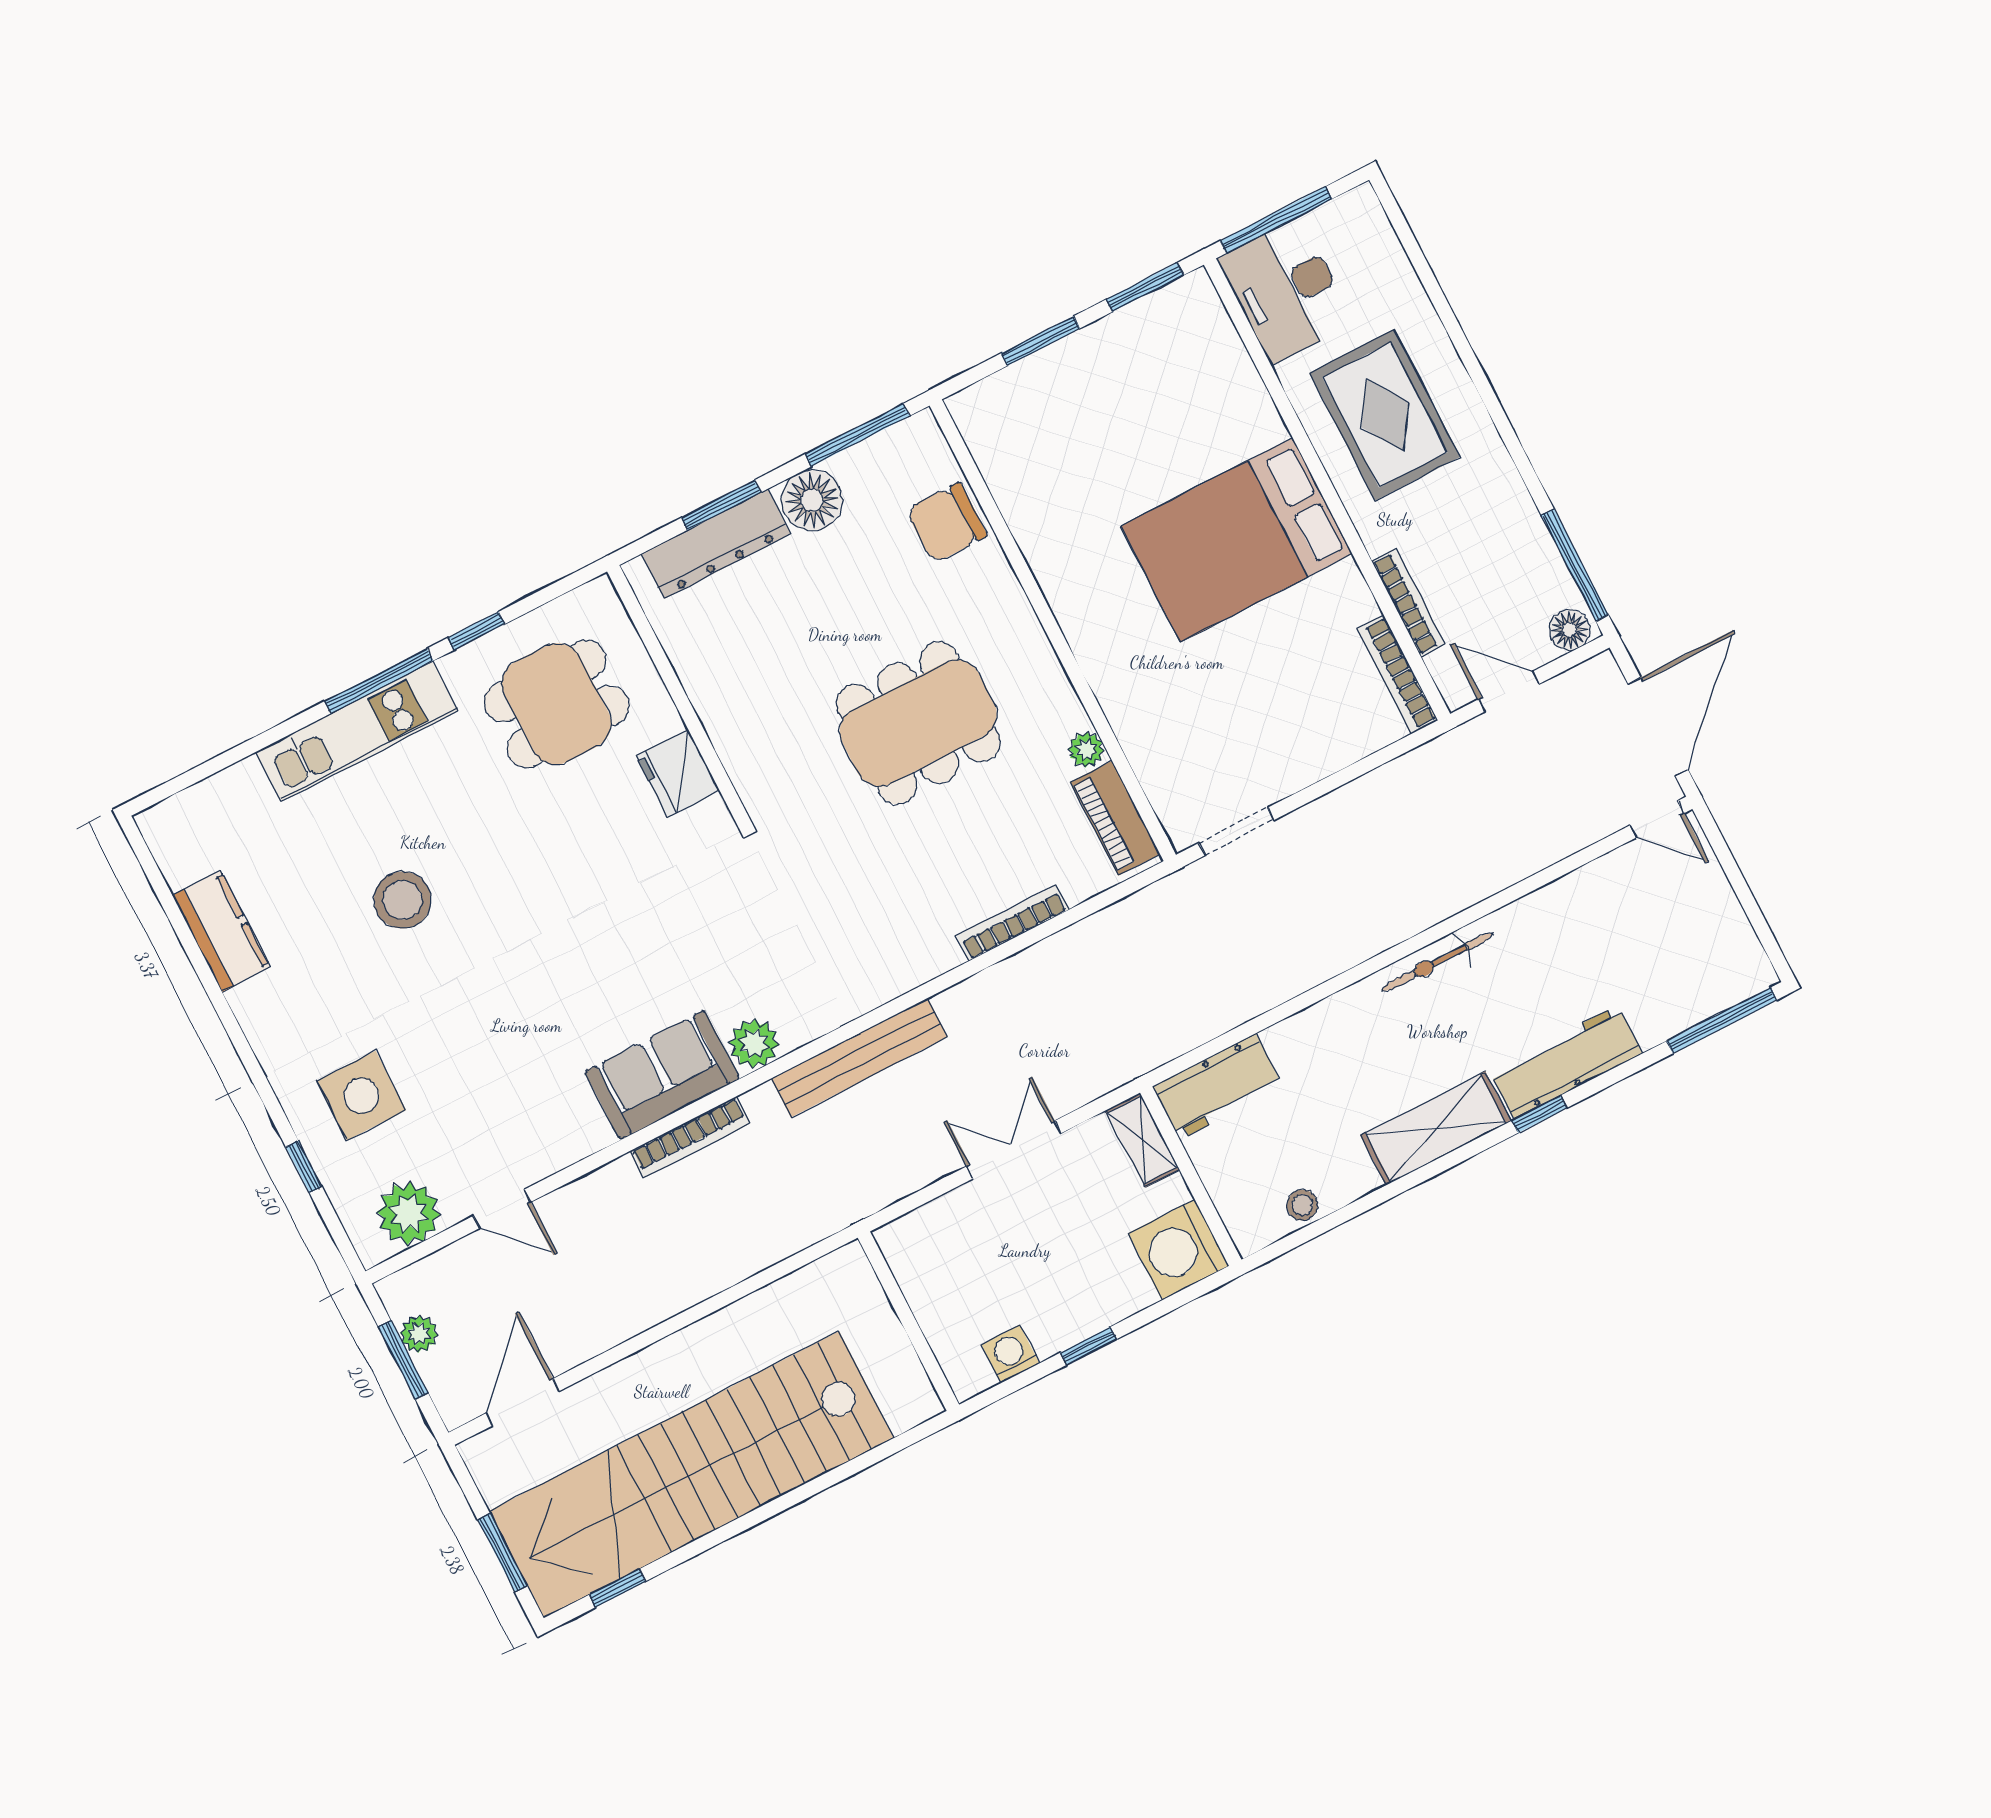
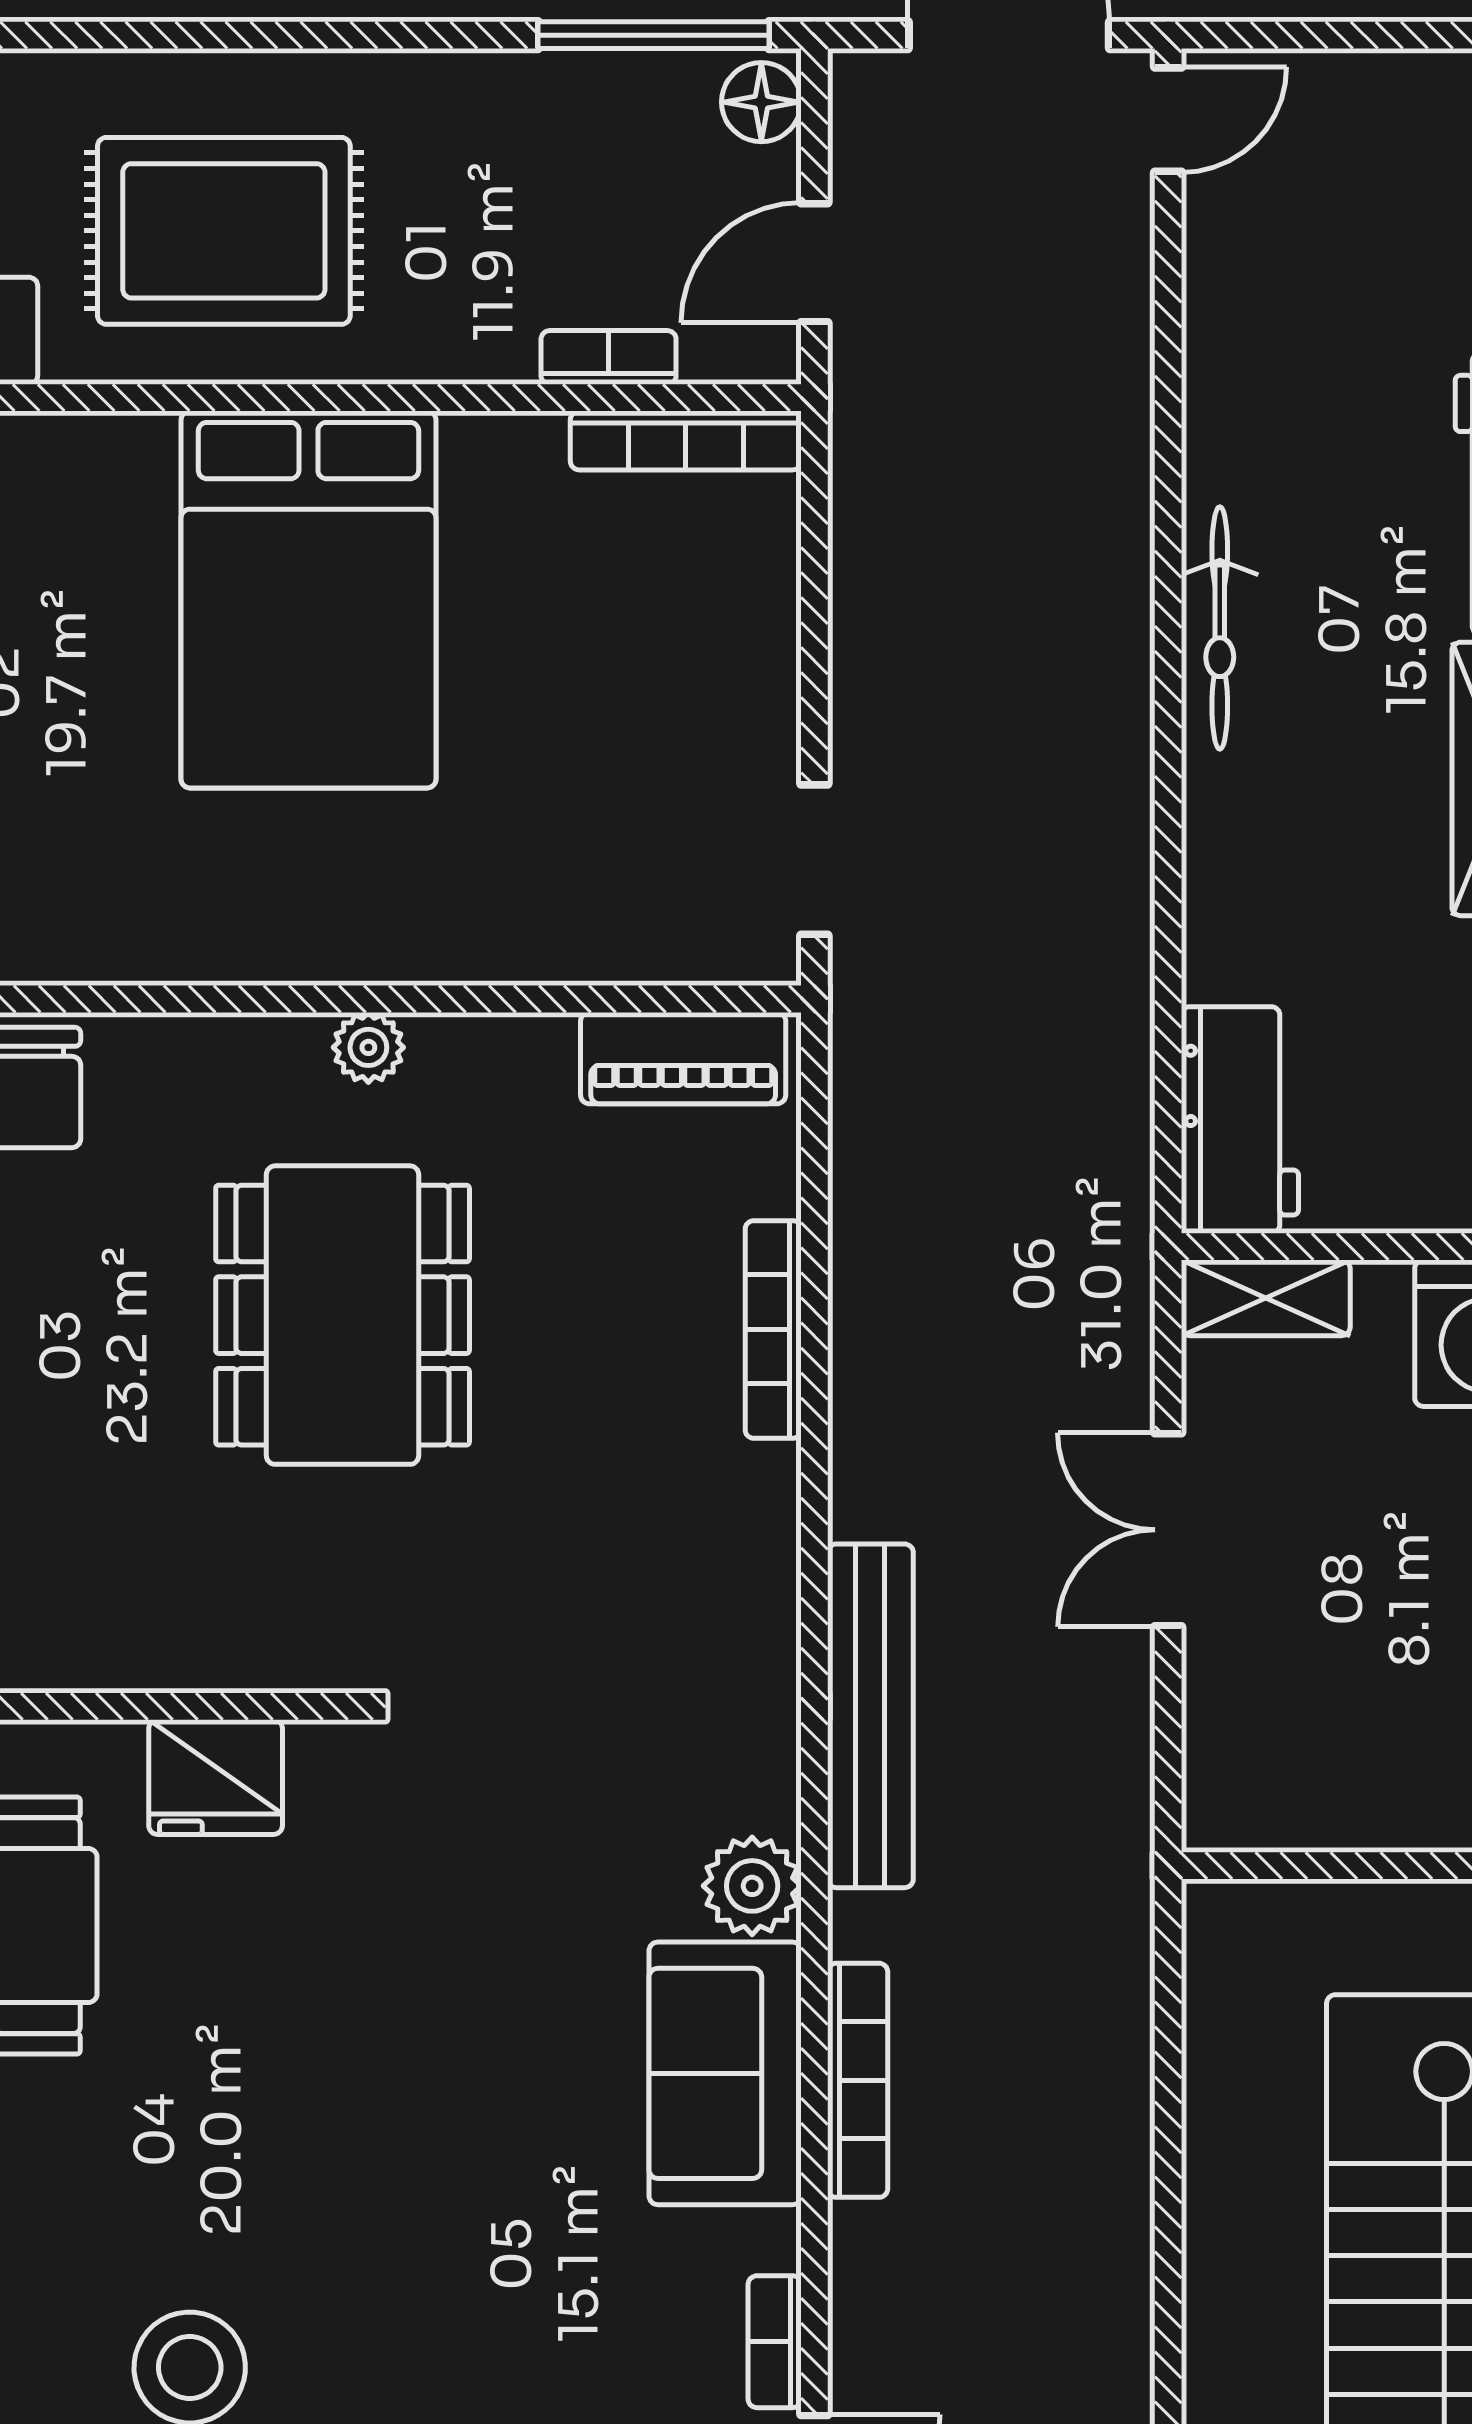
bookcase: (1408, 603) -> (609, 357), width x0.64
plant: (1086, 750) -> (368, 1047), moved
bookcase: (551, 1161) -> (775, 2342), added

